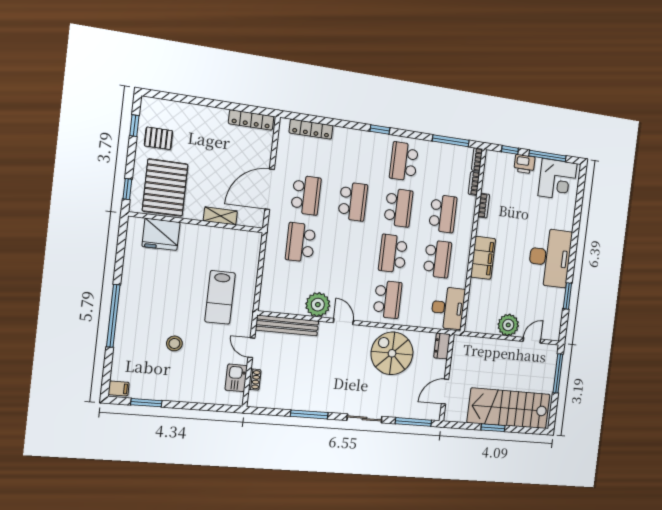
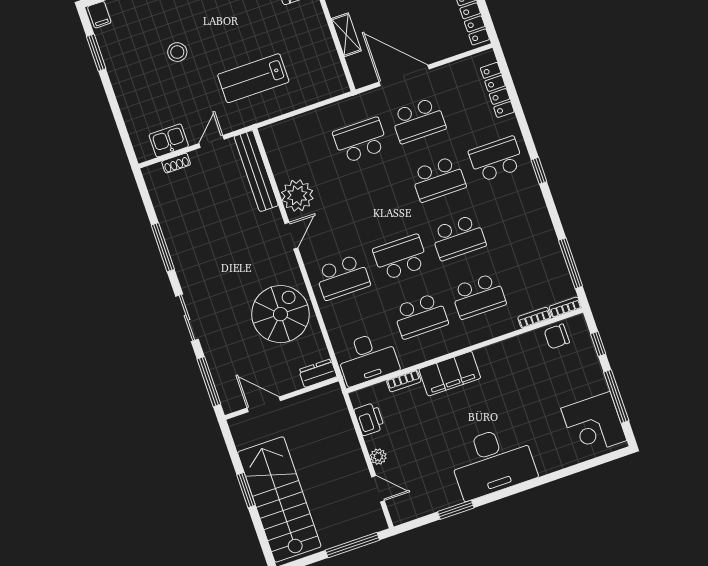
school desk: (404, 162) -> (496, 159), moved
printer: (524, 164) -> (369, 419), moved, turned 180
chair: (493, 175) -> (557, 336), added
bookcase: (484, 206) -> (404, 381), moved
plant: (508, 325) -> (378, 457), width x0.53, depth x0.53

